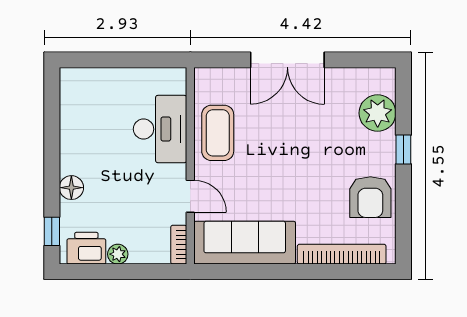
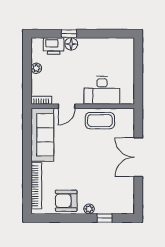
plant: (378, 113) -> (89, 209), moved, width x0.53, depth x0.53
window: (403, 150) -> (105, 218), moved
window: (52, 231) -> (69, 34), moved
printer: (86, 248) -> (54, 46), moved, turned 90

